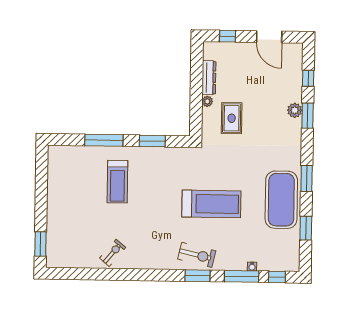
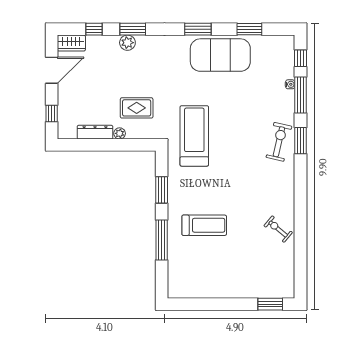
wardrobe: (295, 56) -> (71, 43), added
treadmill: (211, 204) -> (194, 136), moved

